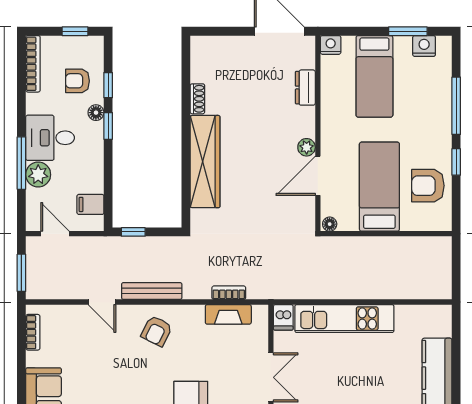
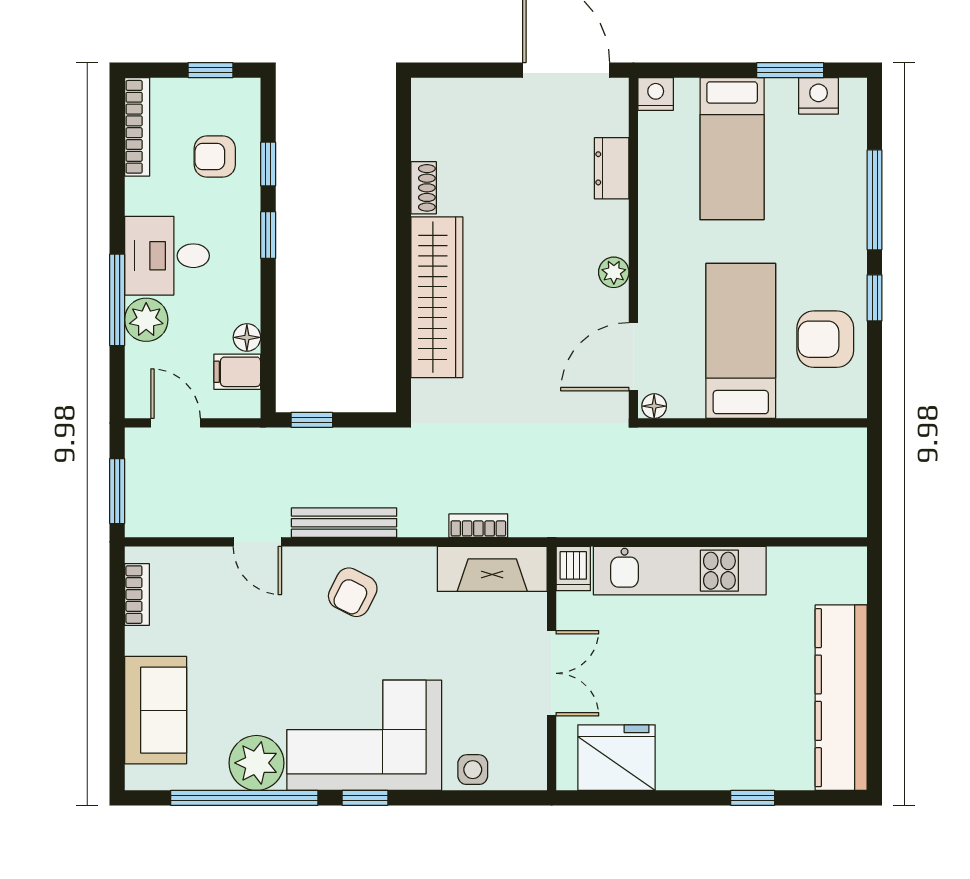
floor lamp: (96, 113) -> (247, 337), moved
door: (318, 176) -> (633, 357), moved
fireplace: (228, 314) -> (492, 569), width x1.37, depth x1.32

